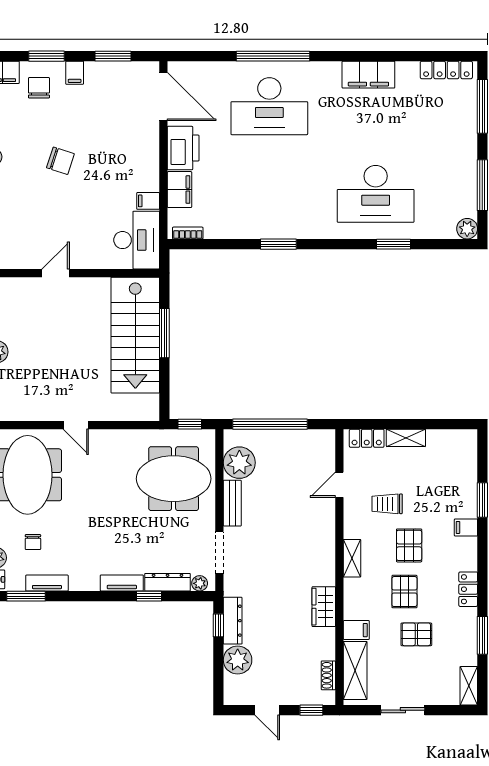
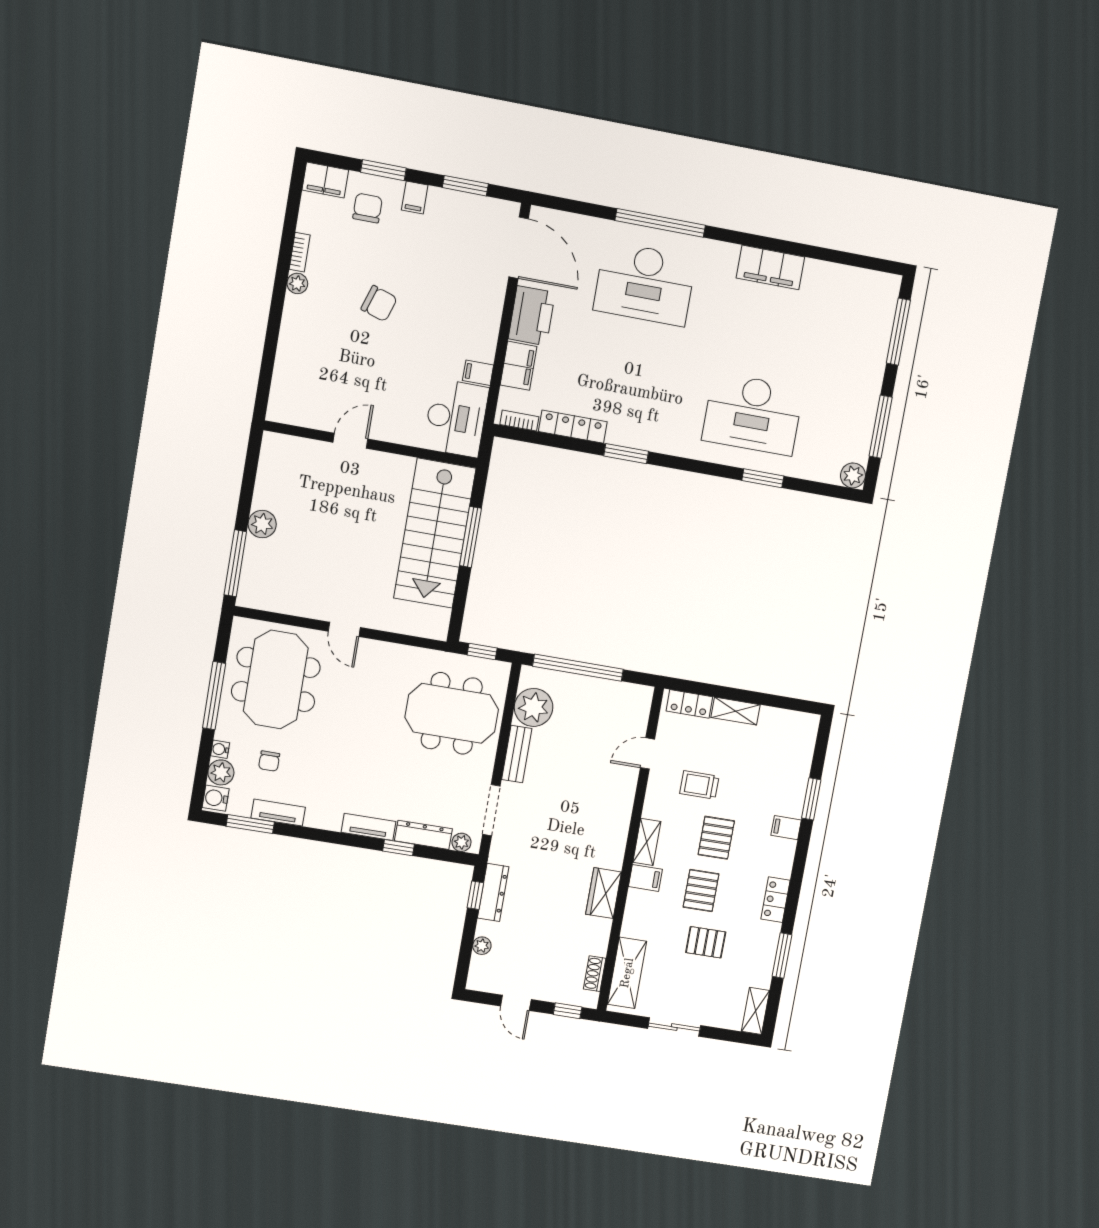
locker: (446, 70) -> (573, 427), moved, turned 180
filing cabinet: (356, 630) -> (645, 878), moved
plant: (238, 660) -> (482, 946), width x0.53, depth x0.53

